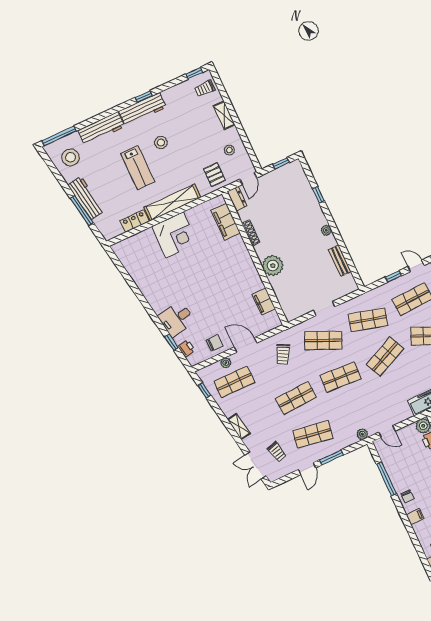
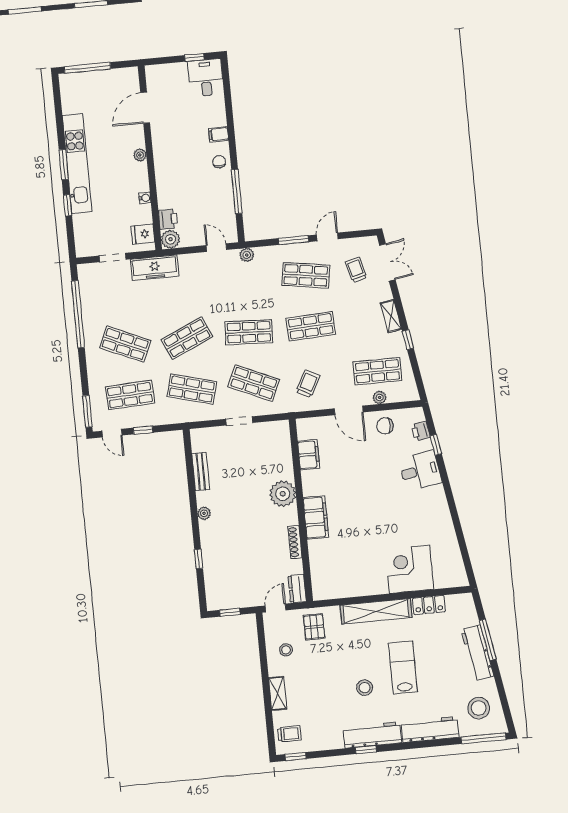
filing cabinet: (226, 222) -> (316, 518), moved
corner desk: (175, 235) -> (409, 569), moved
window: (204, 390) -> (408, 340), moved

